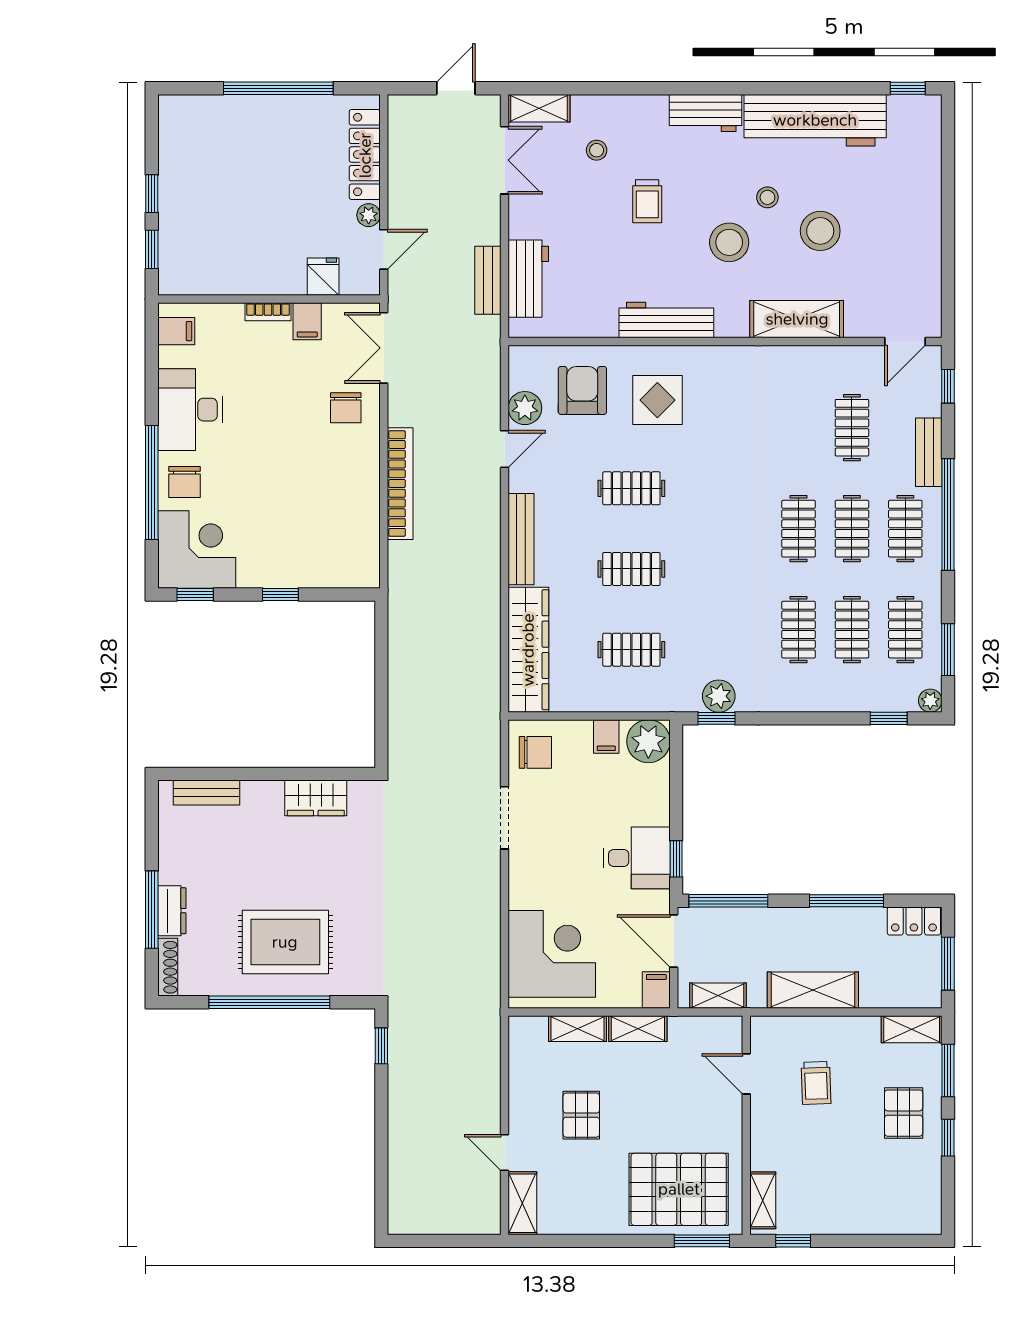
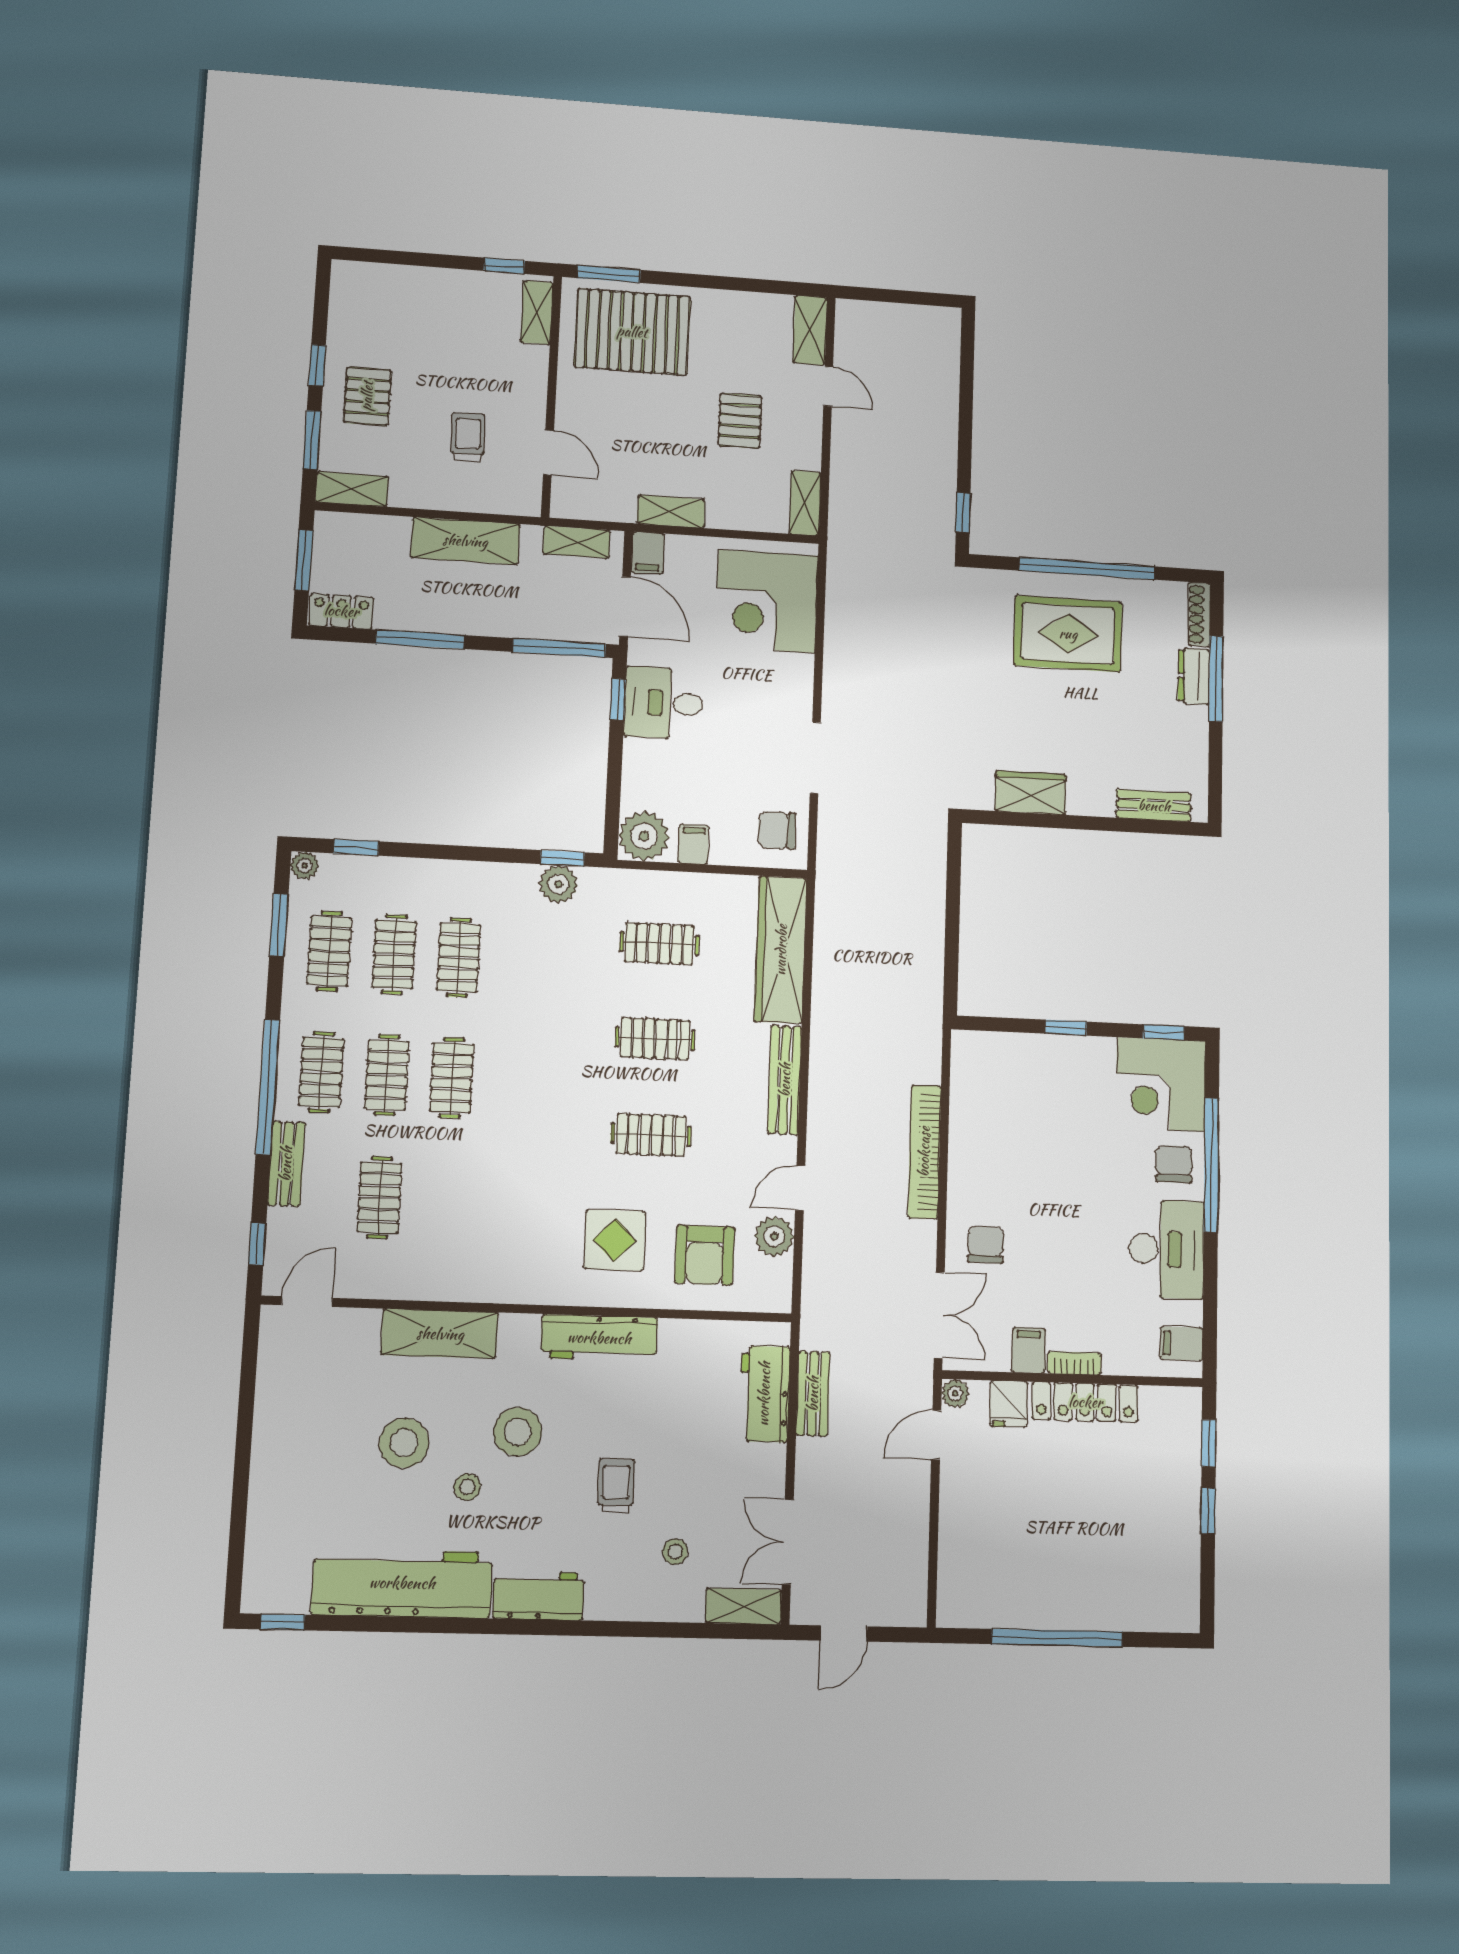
locker: (365, 155) -> (1085, 1402), moved, turned 90
plant: (369, 215) -> (955, 1393), moved
shelving: (578, 1029) -> (805, 503), moved, turned 90

